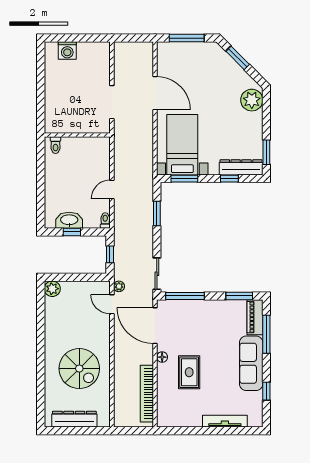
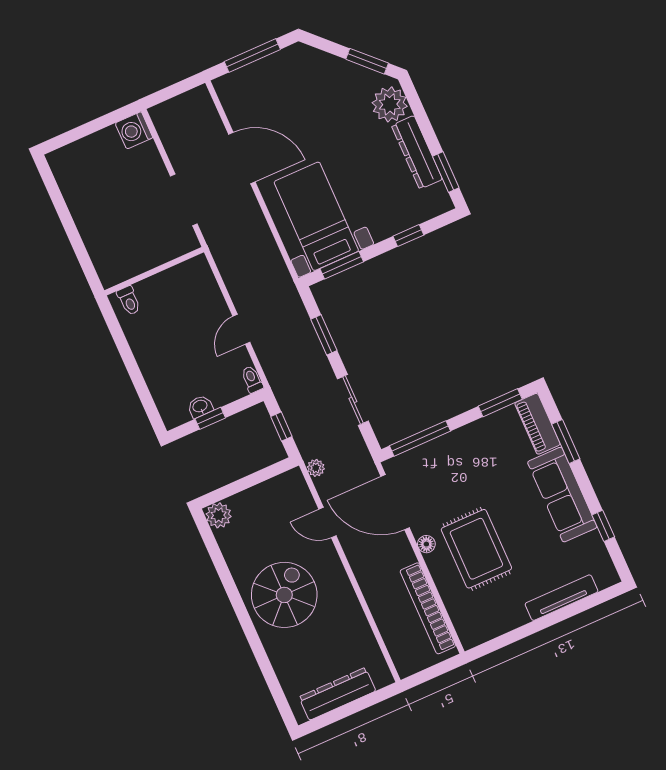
washing machine: (67, 51) -> (134, 130), moved, turned 90
window: (238, 58) -> (367, 61), moved
dresser: (241, 167) -> (417, 152), moved, turned -90
washbasin: (69, 220) -> (200, 406), width x0.52, depth x0.69
sliding door: (157, 274) -> (353, 400), moved
door: (112, 304) -> (327, 523), moved
window: (266, 334) -> (566, 442), width x0.69
spiral stairs: (79, 369) -> (284, 595), moved, turned -90
rug: (189, 372) -> (476, 549), width x1.36, depth x1.43

